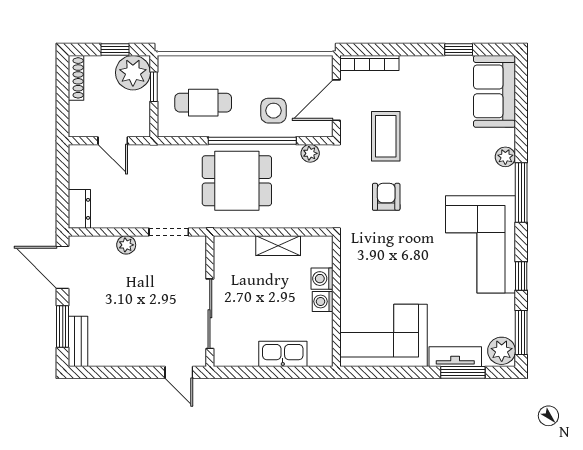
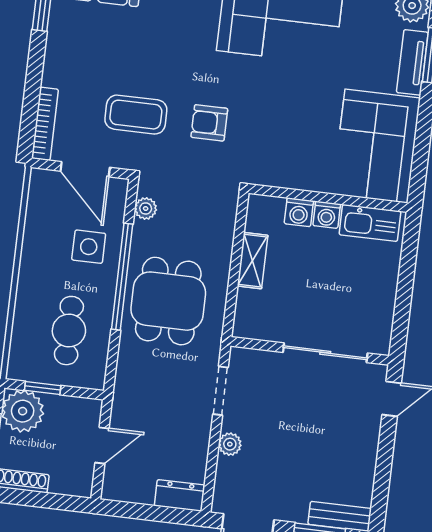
kitchen sink: (283, 354) -> (370, 223), moved, turned -90

